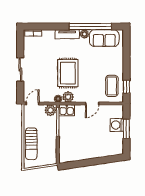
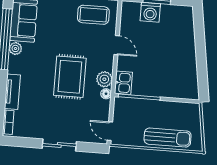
tv unit: (67, 34) -> (12, 92), moved
rug: (68, 73) -> (70, 77), turned 90
plant: (50, 110) -> (121, 106), removed

